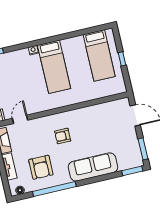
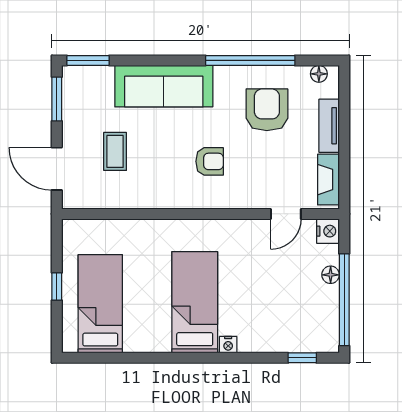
coffee table: (109, 130) -> (115, 151), added

